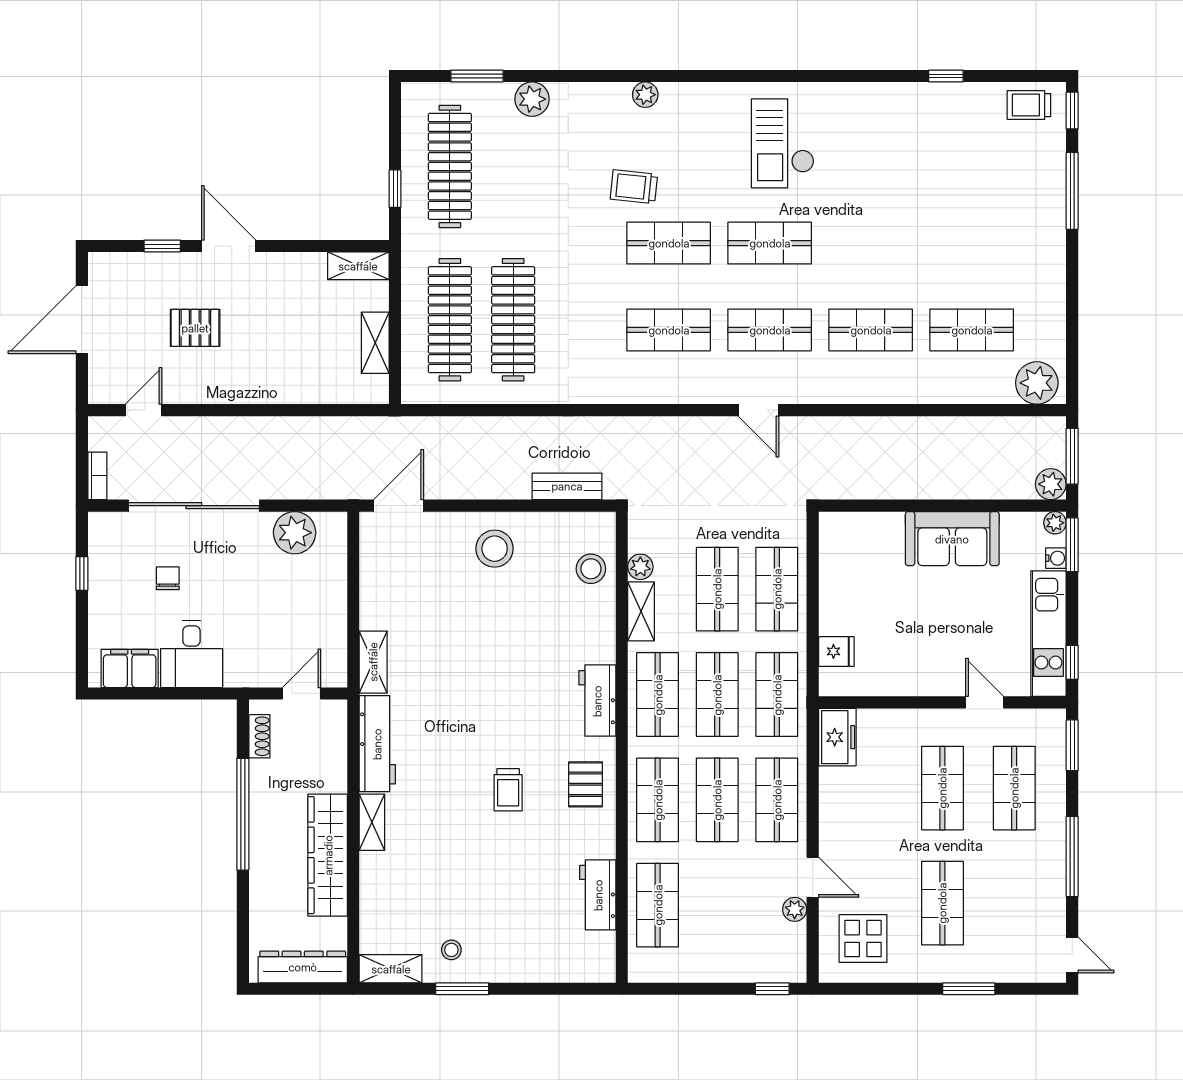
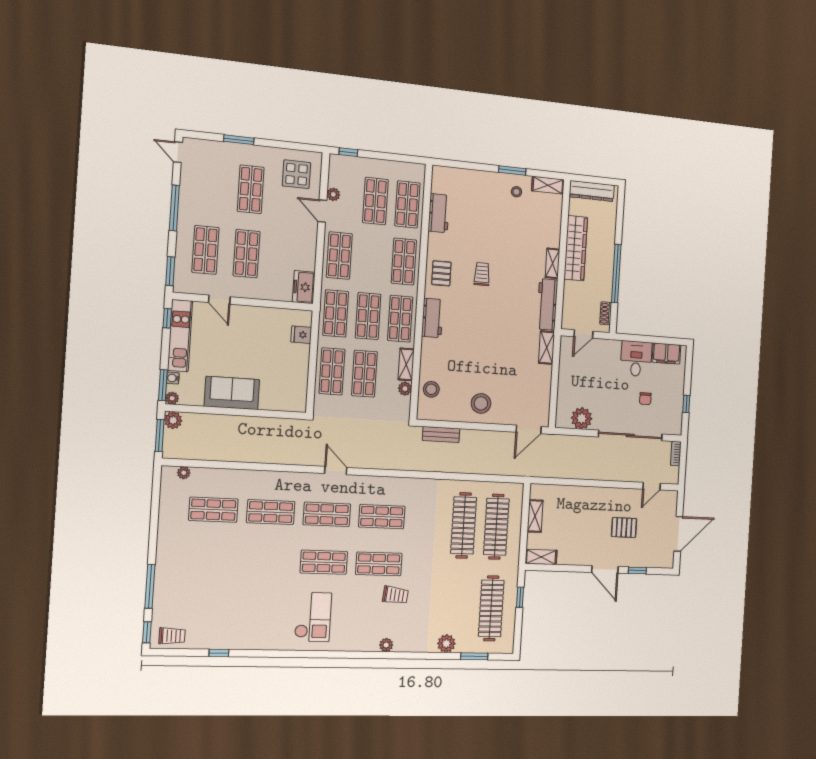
plant: (1037, 383) -> (184, 473), width x0.53, depth x0.53
shop shelf: (717, 800) -> (375, 201), moved

